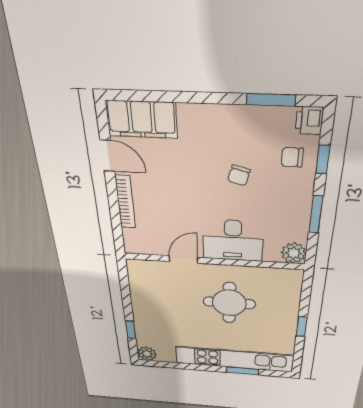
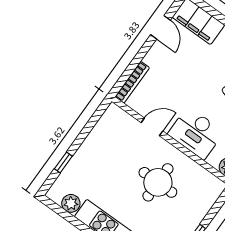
bookcase: (125, 202) -> (132, 82), moved
plant: (147, 354) -> (71, 203), moved

